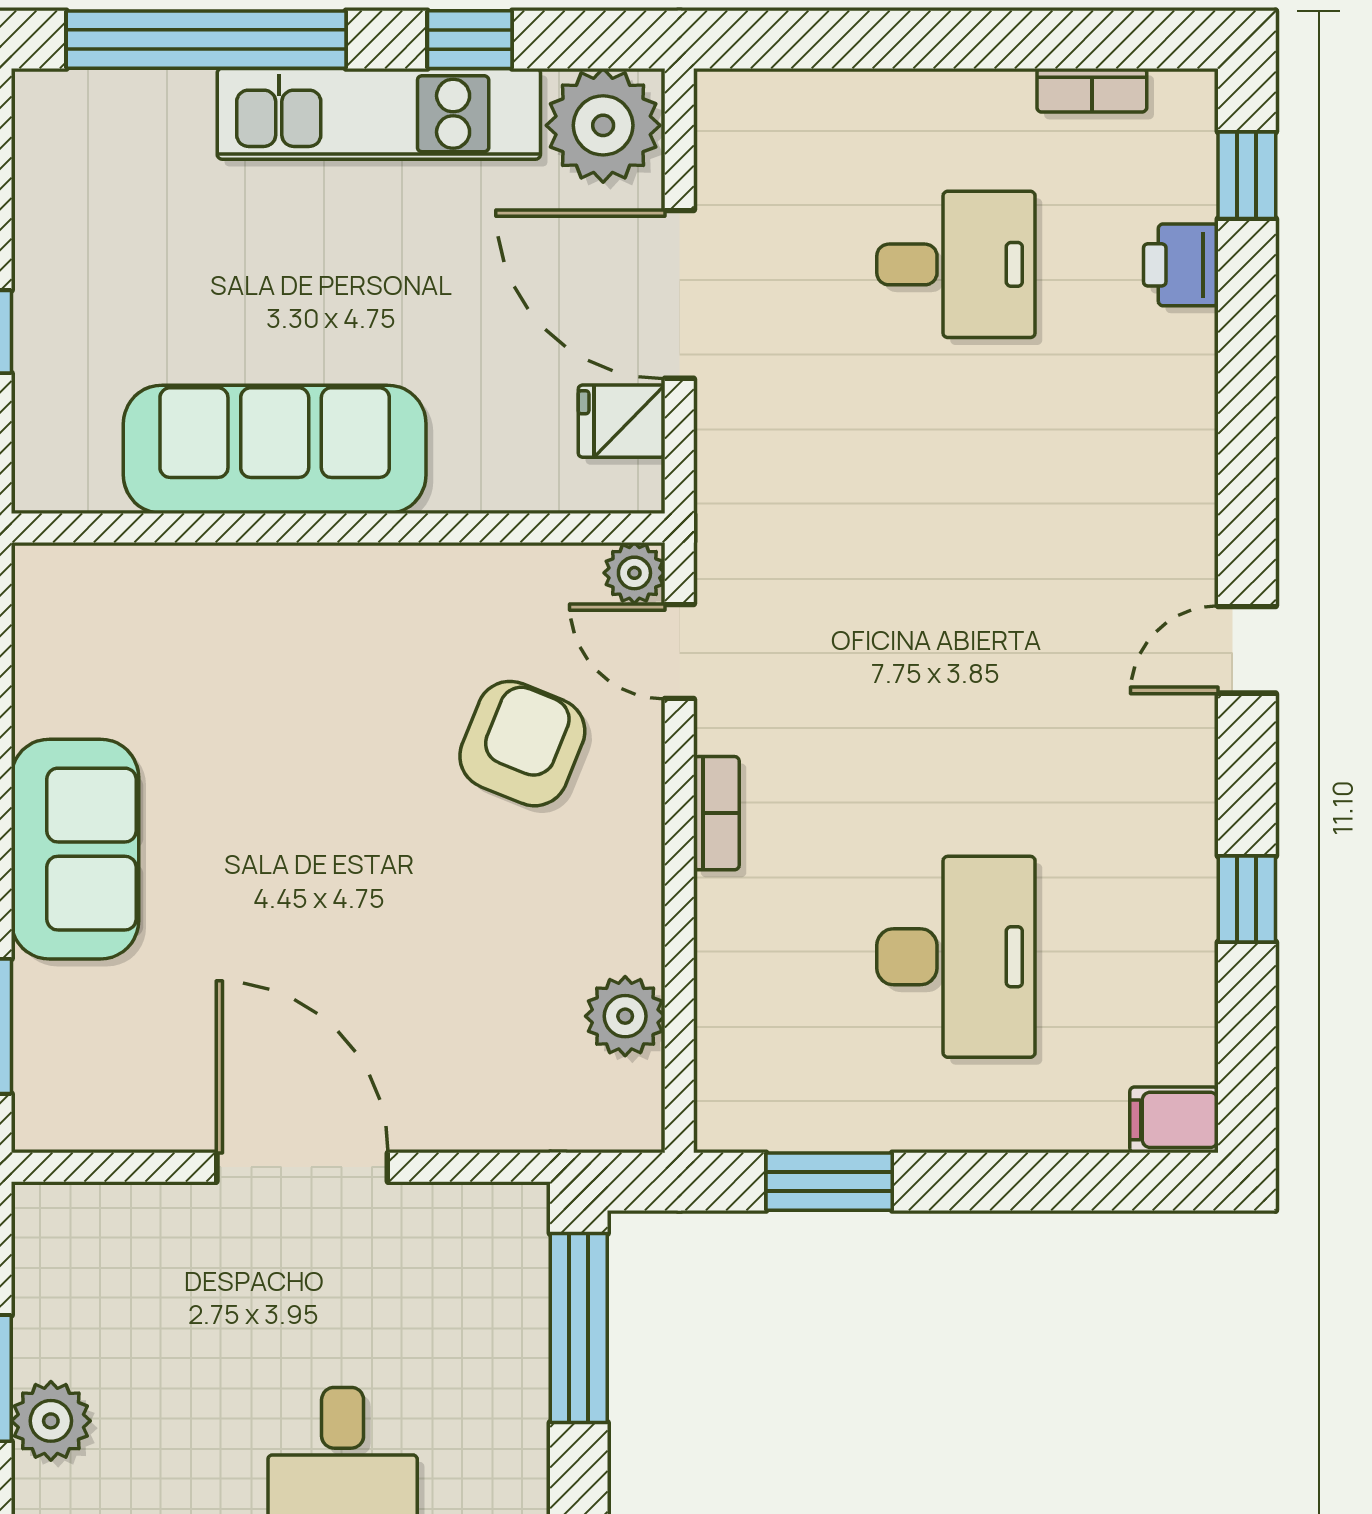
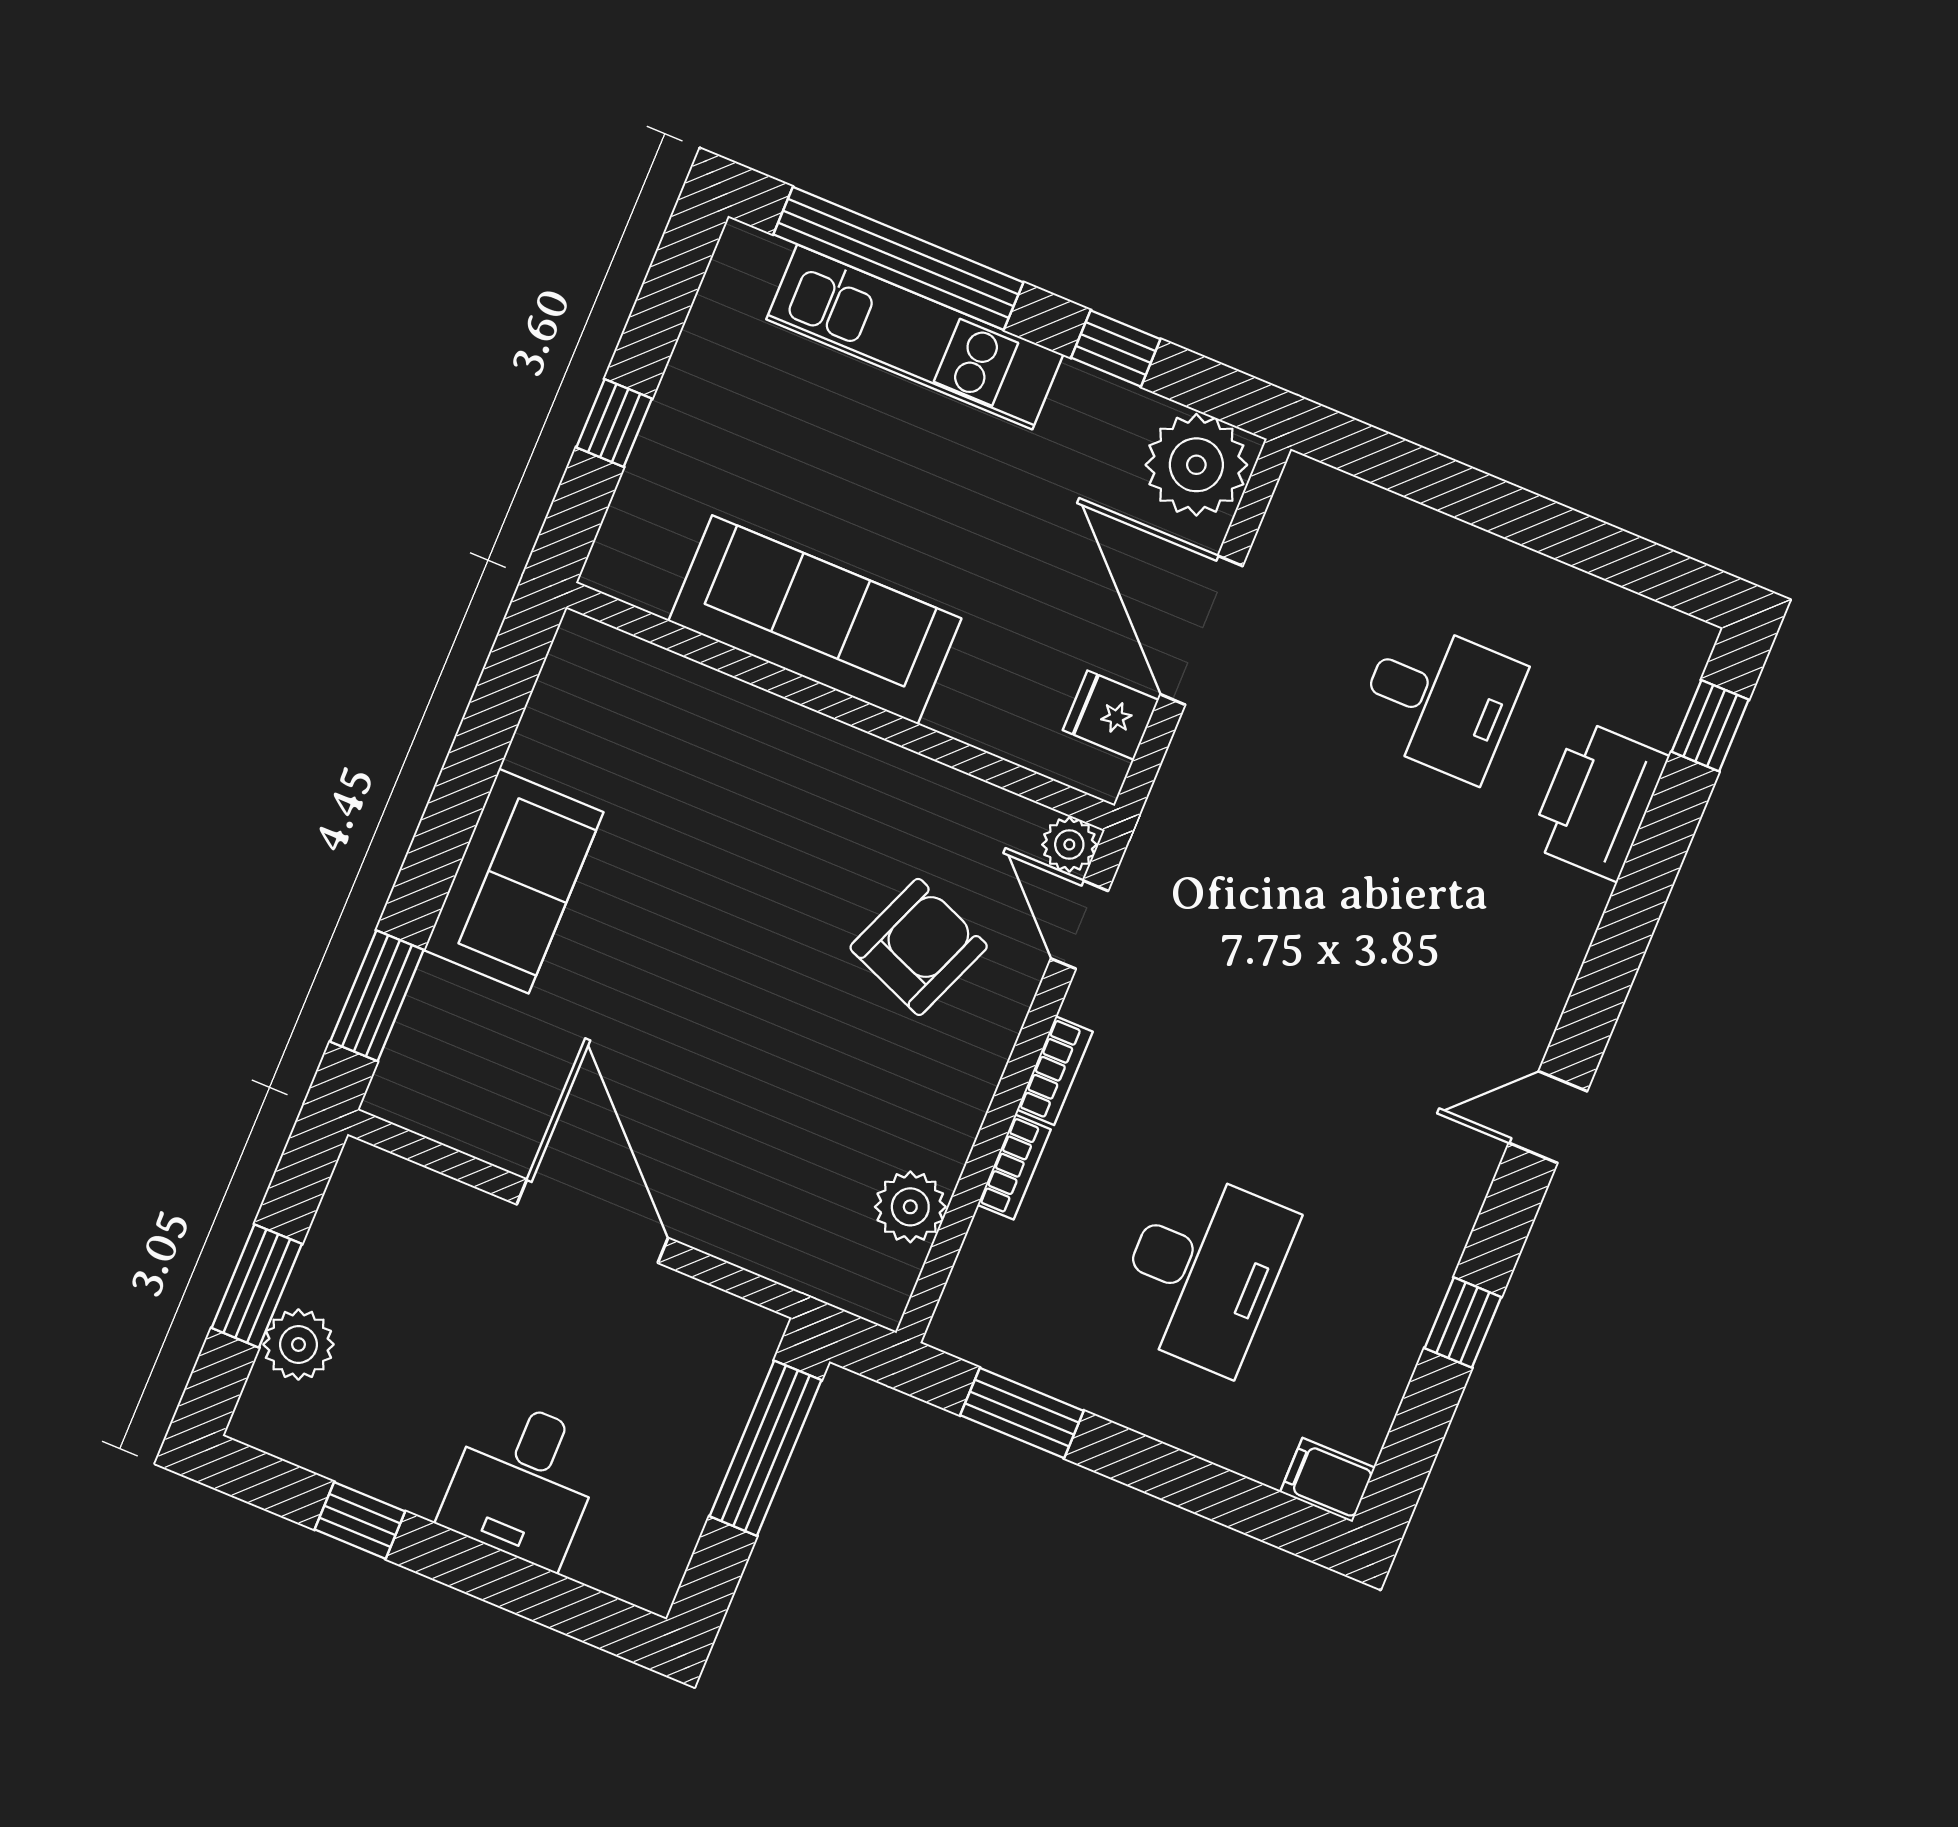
bookcase: (1092, 90) -> (1014, 1167), moved, turned -90
kitchen unit: (379, 114) -> (915, 337), moved
printer: (1181, 265) -> (1598, 801), width x1.87, depth x1.48

